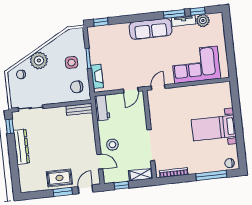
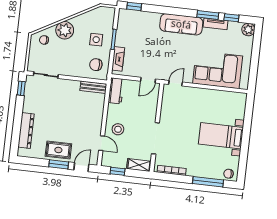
plant: (203, 21) -> (248, 30), moved
dresser: (21, 147) -> (26, 131), moved

